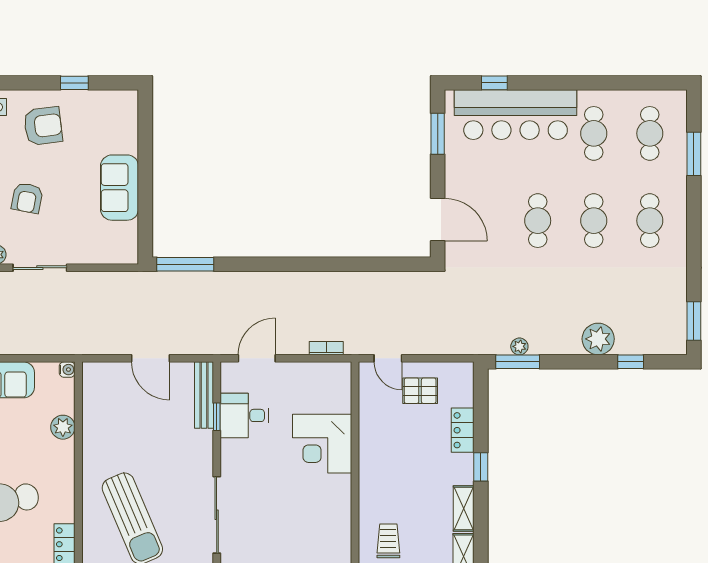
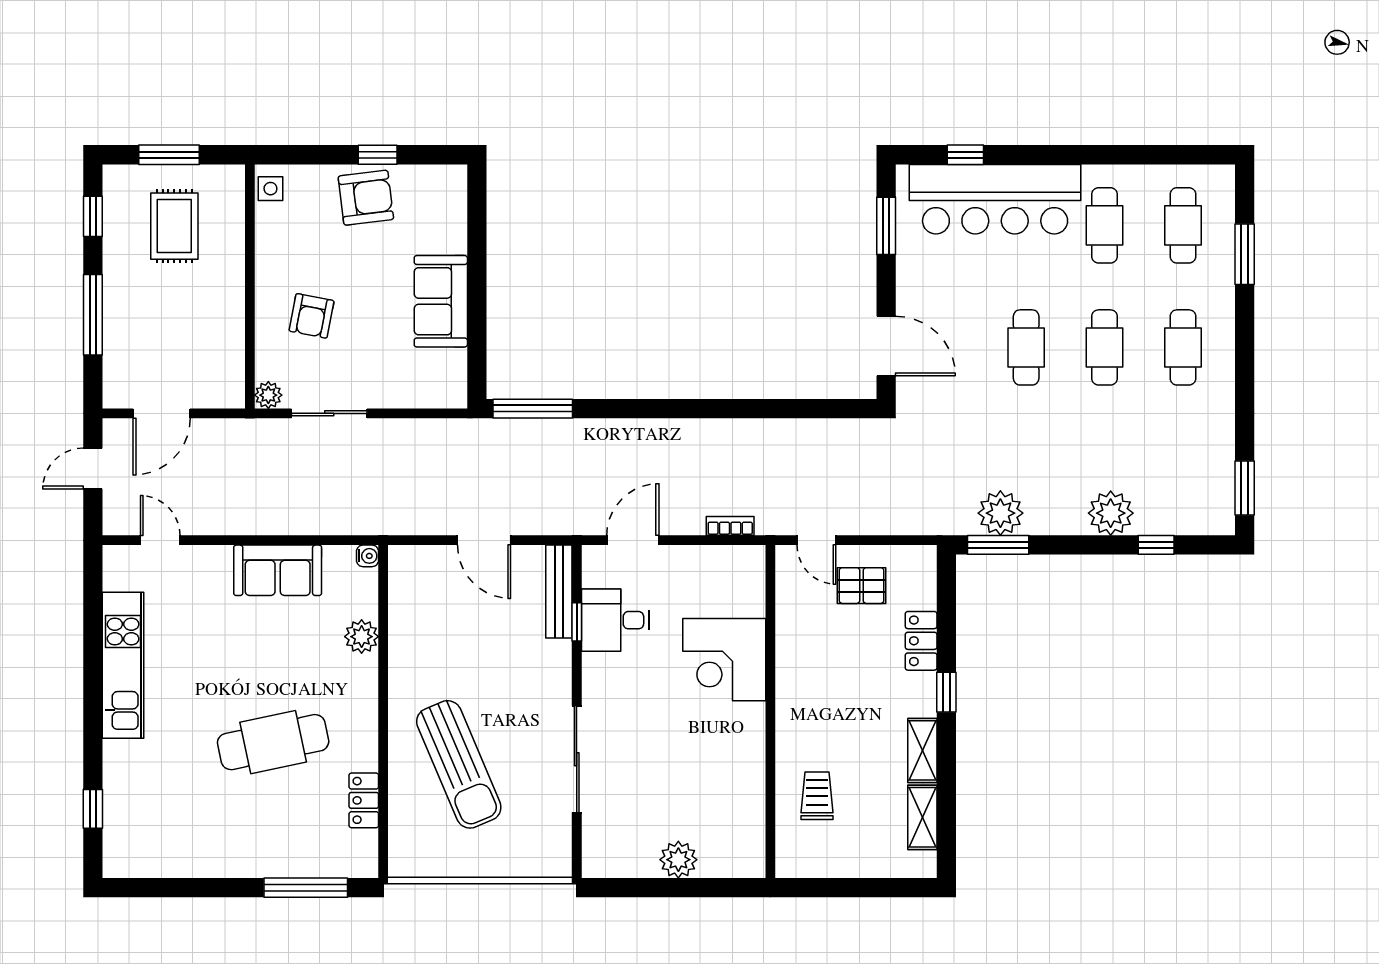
armchair: (43, 126) -> (366, 198), moved
plant: (519, 346) -> (1000, 513), width x1.88, depth x1.88

